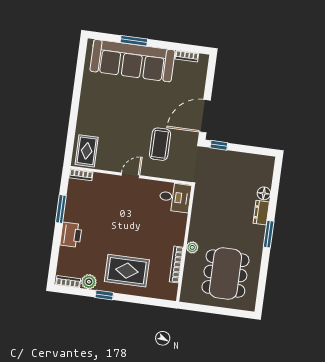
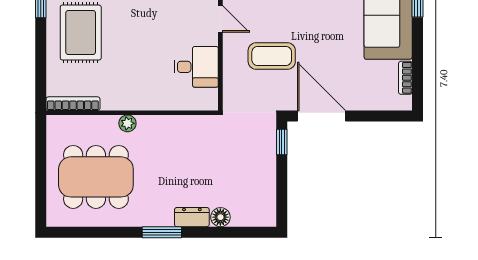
desk: (175, 197) -> (196, 67), moved, turned -90
bookcase: (176, 265) -> (73, 104), moved

